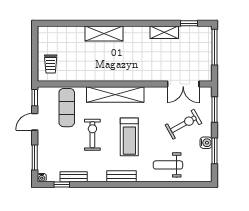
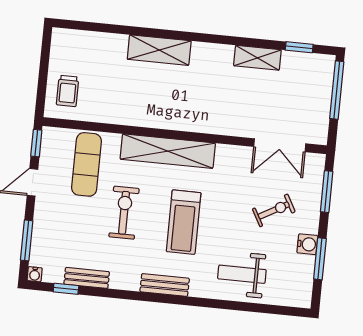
exercise bike: (184, 124) -> (274, 210), width x0.73, depth x0.72

